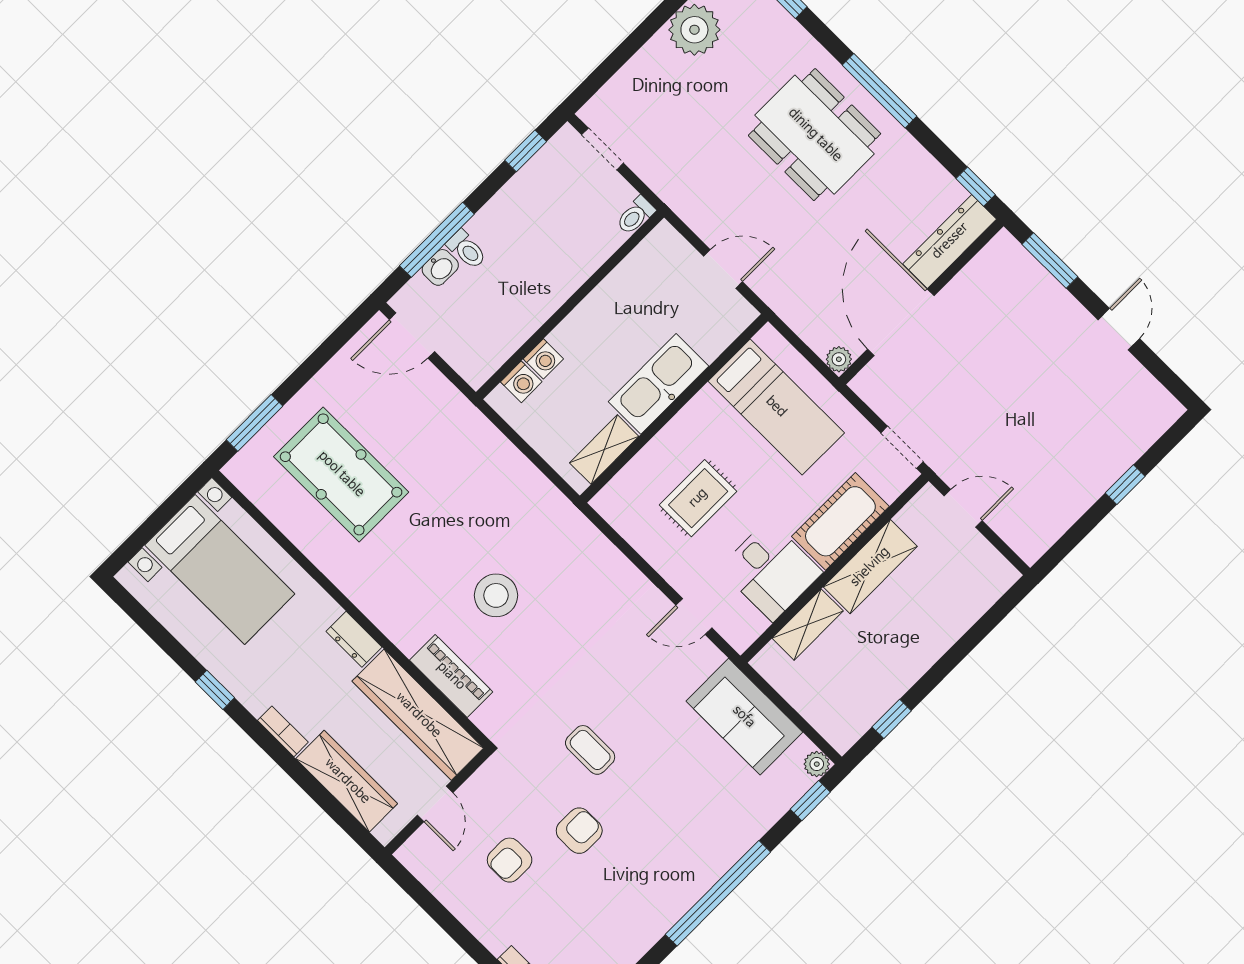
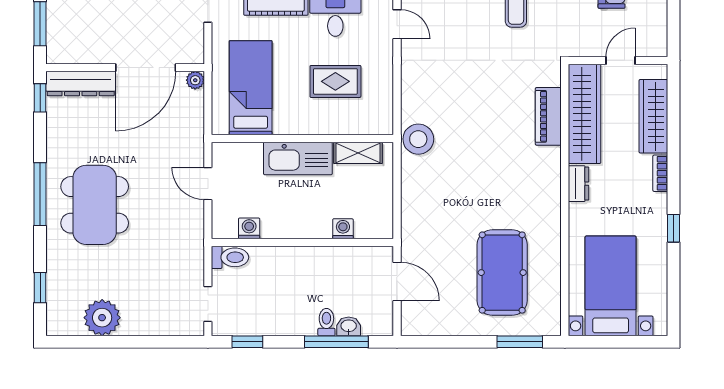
toilet: (636, 215) -> (230, 257), width x1.37, depth x1.39
door: (412, 336) -> (397, 282), moved
washing machine: (521, 382) -> (249, 228), moved
stool: (496, 595) -> (418, 139), moved

